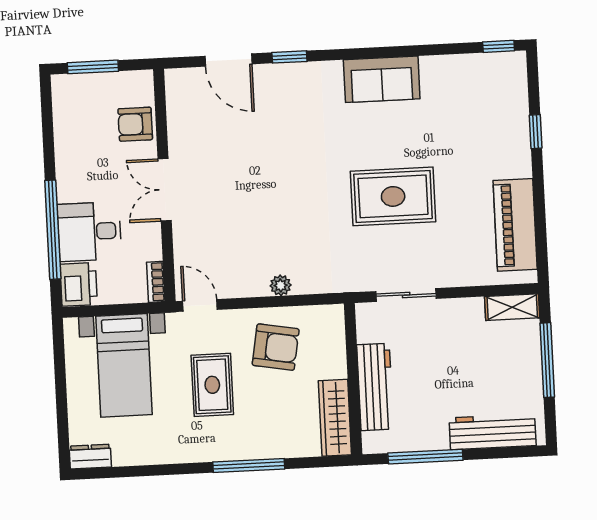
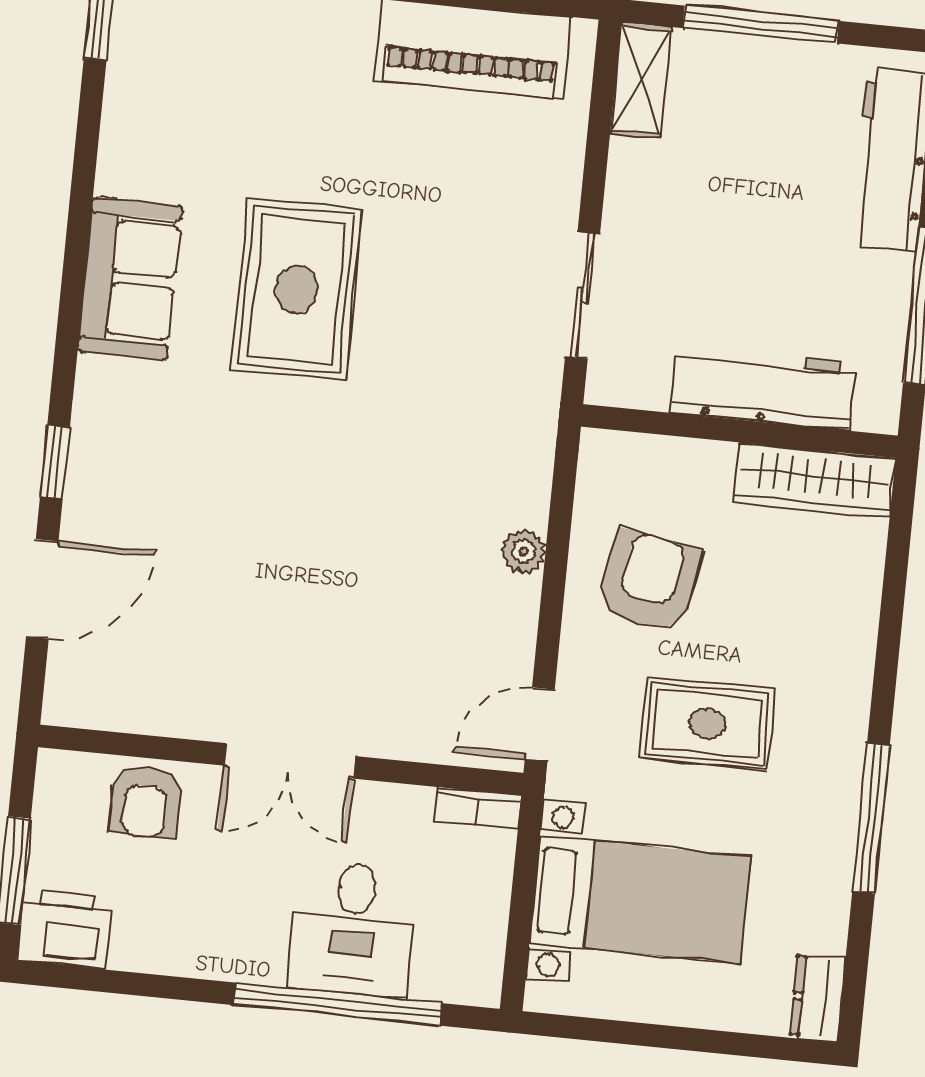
rug: (393, 196) -> (297, 289), moved
printer: (79, 284) -> (64, 929), moved
window: (249, 466) -> (871, 818), moved

